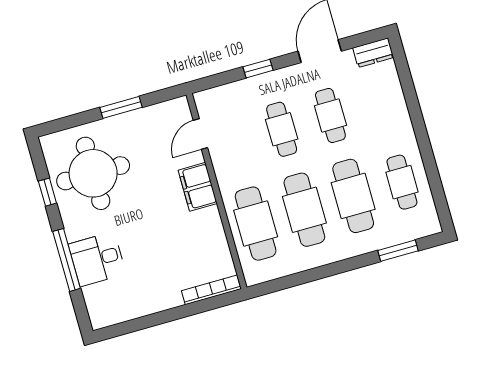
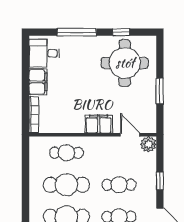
plant: (207, 102) -> (148, 144), added
cafe table: (256, 224) -> (66, 153), width x0.73, depth x0.74
desk: (97, 259) -> (44, 53), moved, turned -90
filing cabinet: (159, 298) -> (38, 82), added

